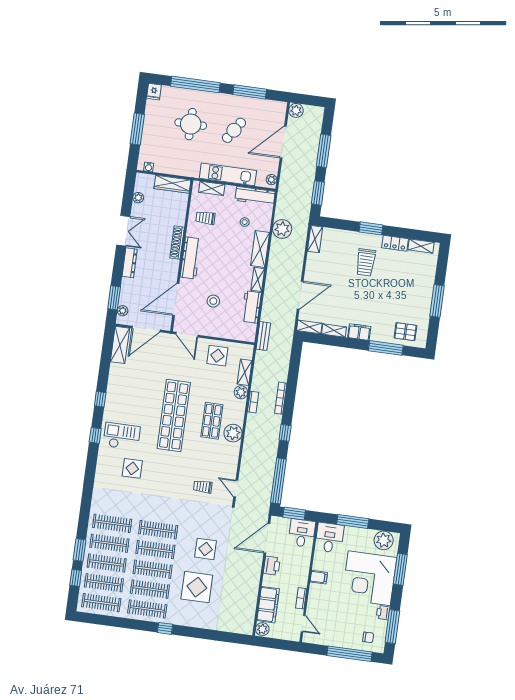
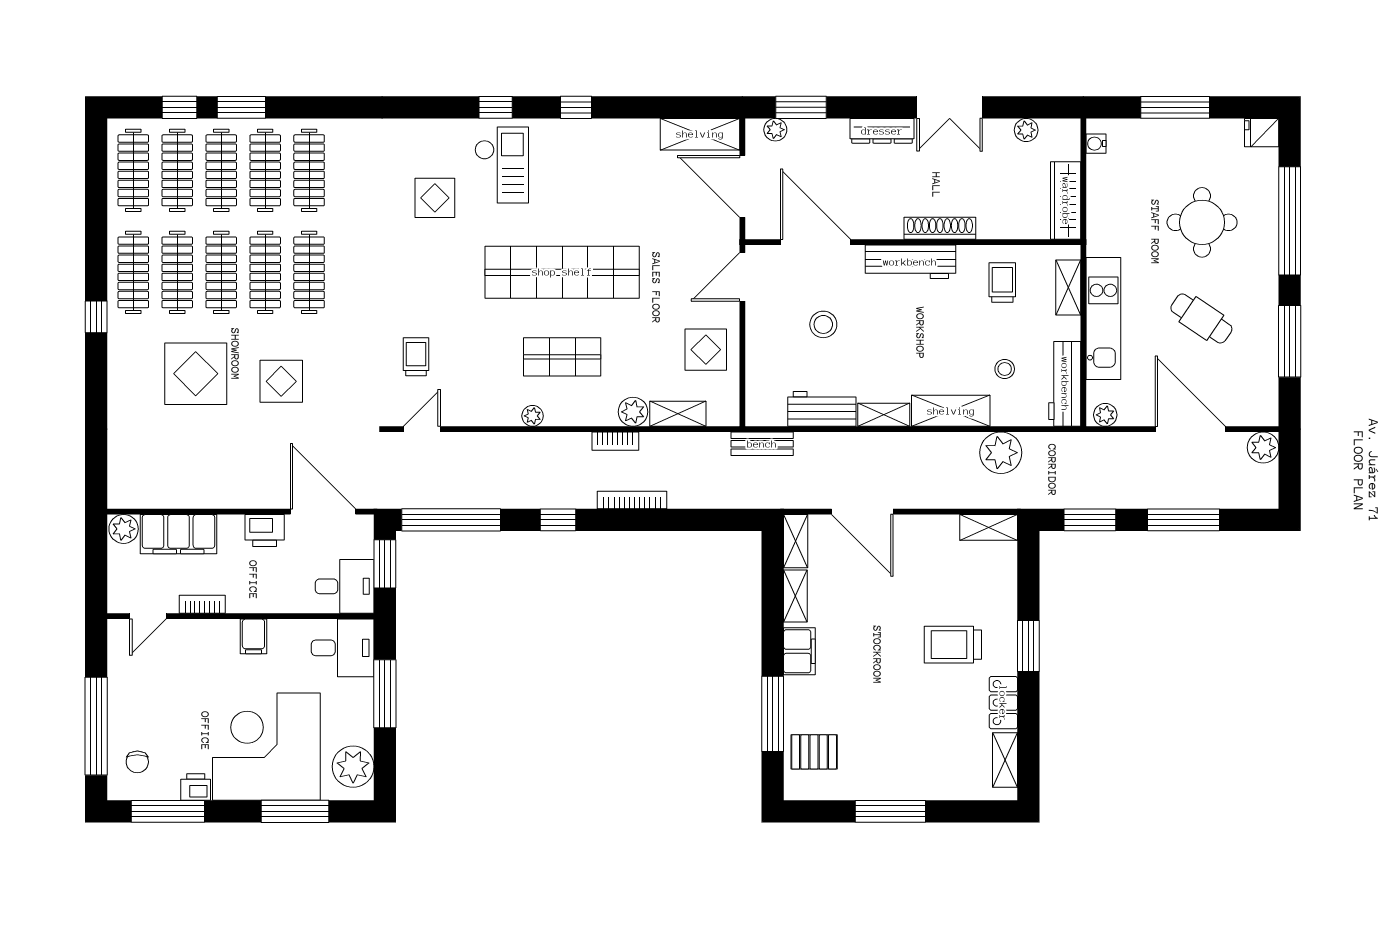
pallet: (405, 332) -> (814, 752), turned 90
plant: (233, 433) -> (533, 416), width x0.53, depth x0.53

